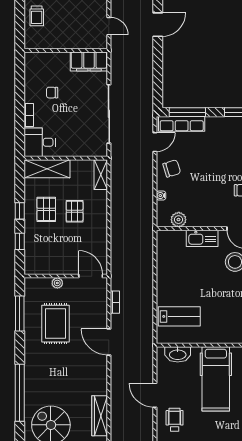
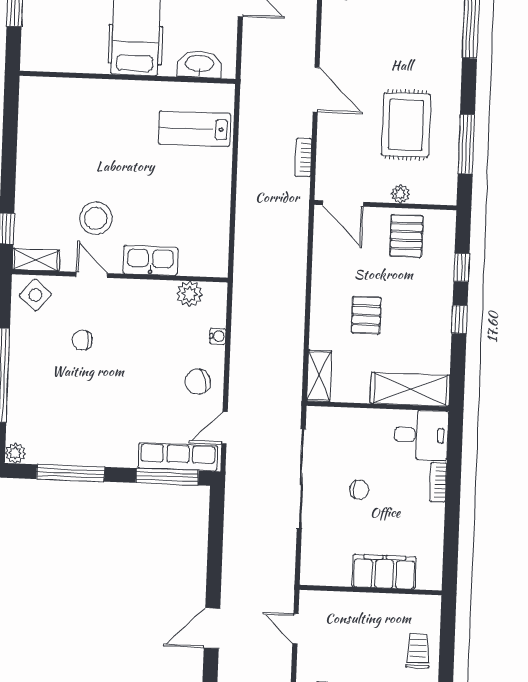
filing cabinet: (89, 61) -> (384, 572), moved
chair: (52, 93) -> (359, 490), moved
pallet: (46, 209) -> (406, 236), moved

